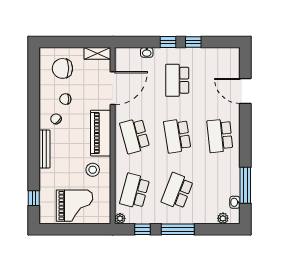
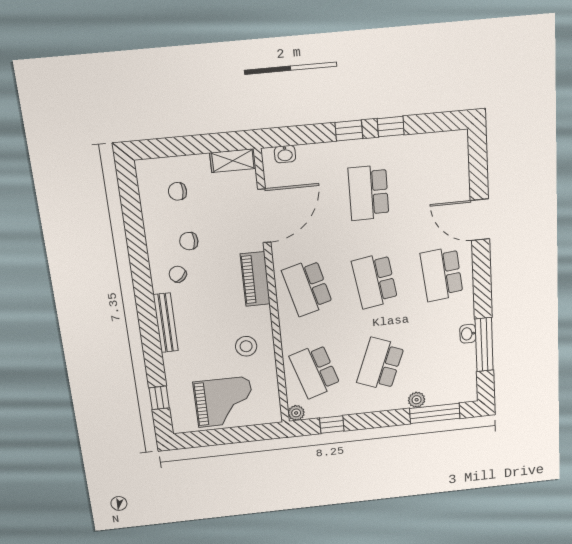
washbasin: (147, 52) -> (285, 154), moved
chair: (62, 68) -> (177, 191), width x0.54, depth x0.54
door: (245, 91) -> (480, 220), moved
piano: (101, 133) -> (255, 279), width x0.73, depth x0.75
school desk: (135, 191) -> (315, 371), turned -33
washbasin: (235, 202) -> (468, 334), moved
plant: (223, 218) -> (417, 400), moved
window: (178, 229) -> (435, 413), moved

